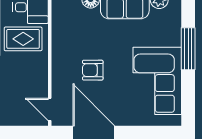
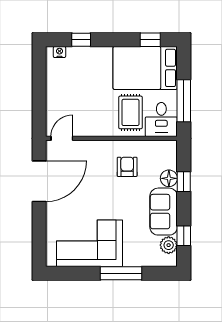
armchair: (93, 70) -> (127, 167), moved

